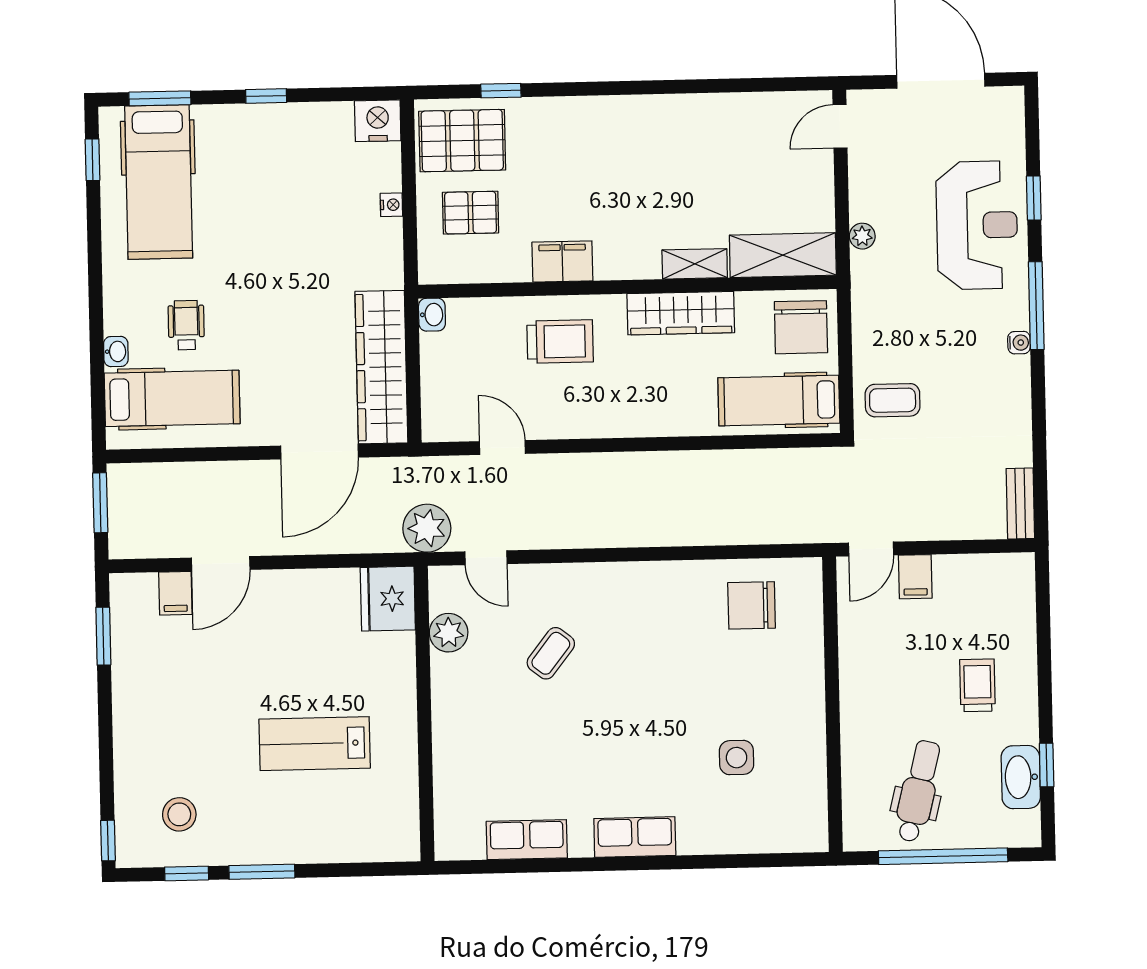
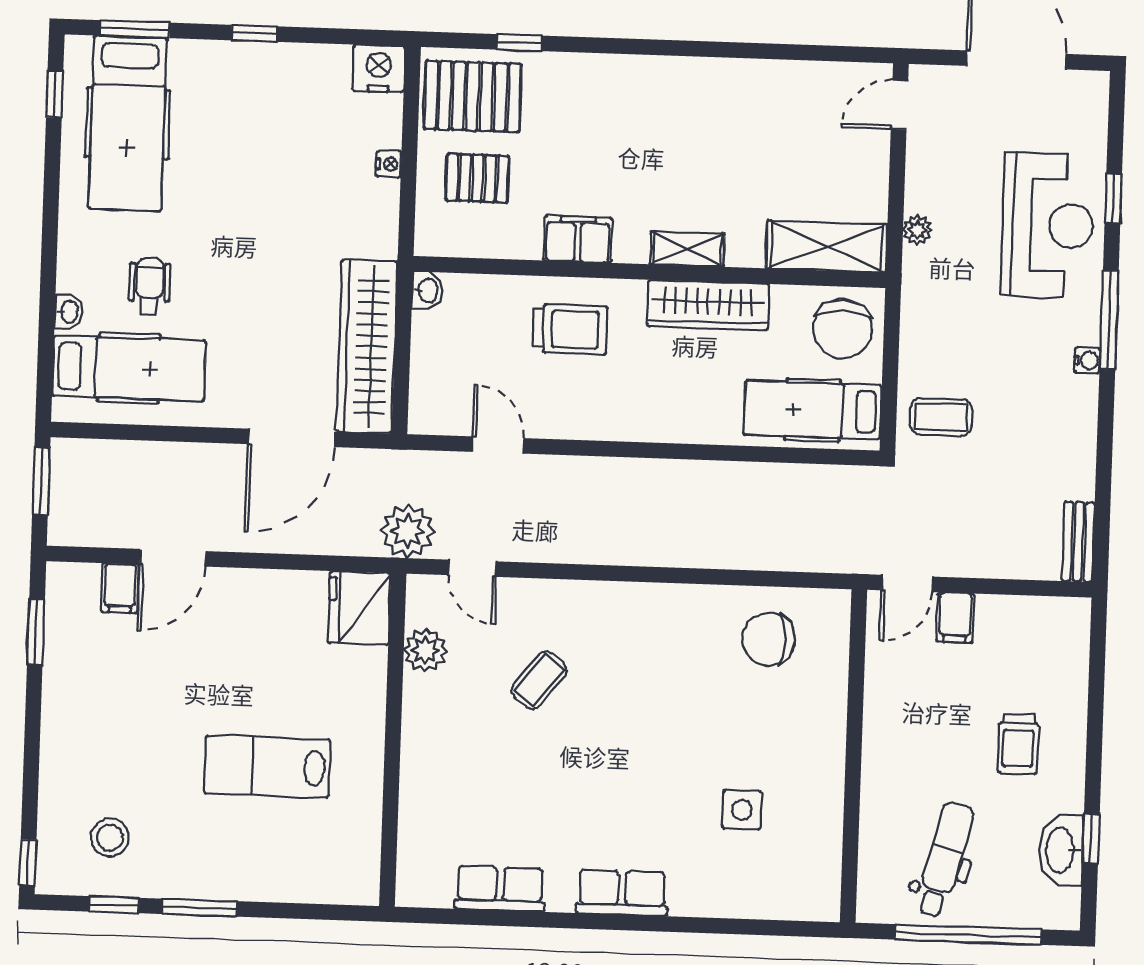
shelving: (695, 264) -> (687, 249), moved
trolley: (977, 685) -> (1018, 744), turned 180

